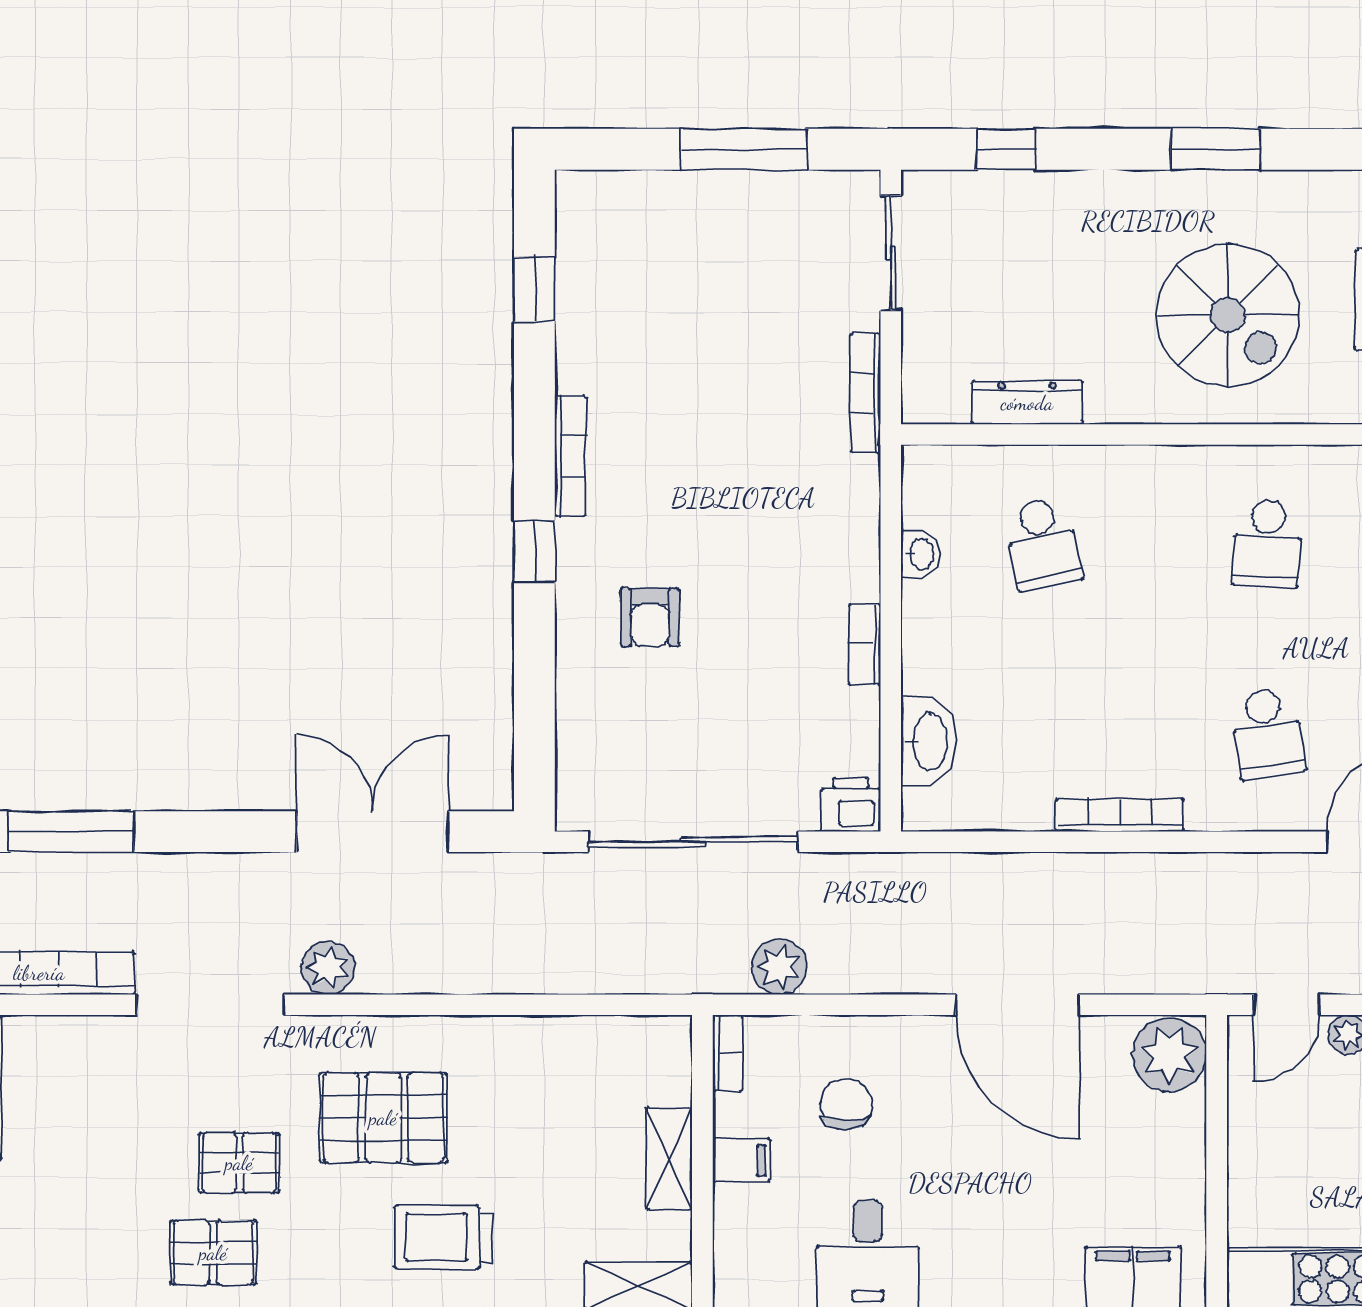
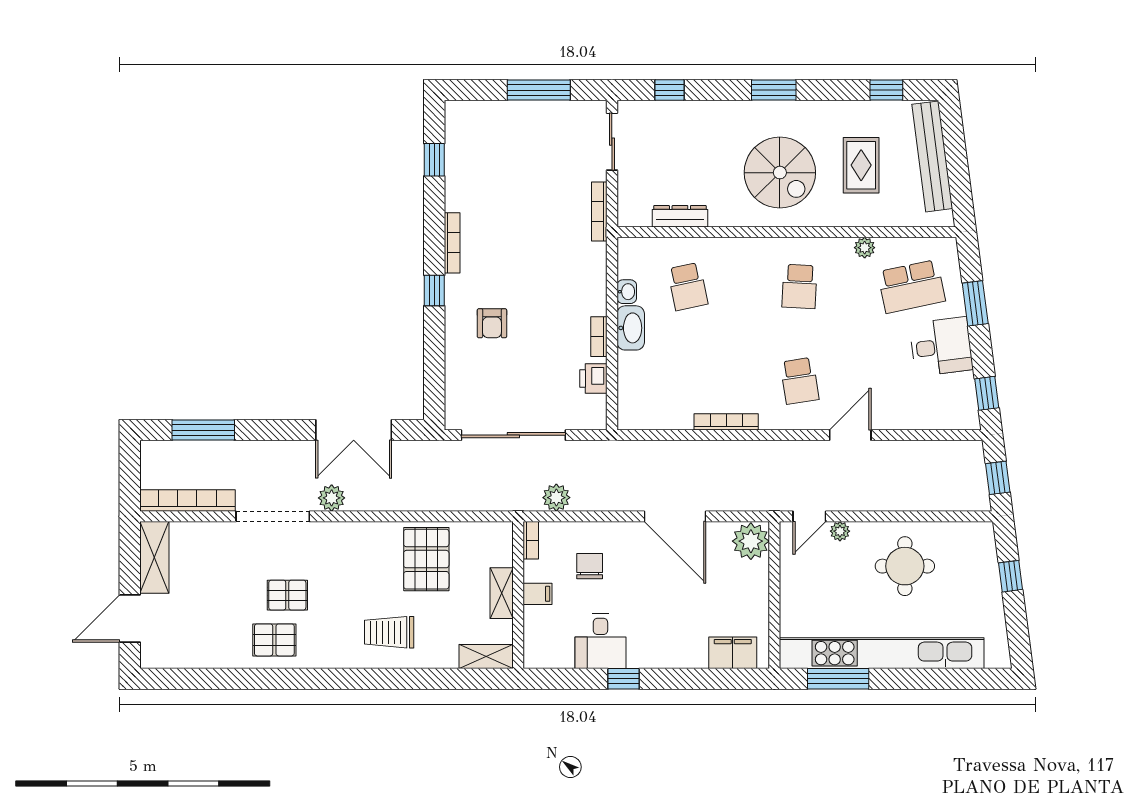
washbasin: (928, 742) -> (631, 328), moved
printer: (851, 805) -> (593, 379), moved, turned -90
double door: (373, 832) -> (354, 430), swing flipped
pallet: (383, 1118) -> (426, 559), moved, turned 90

